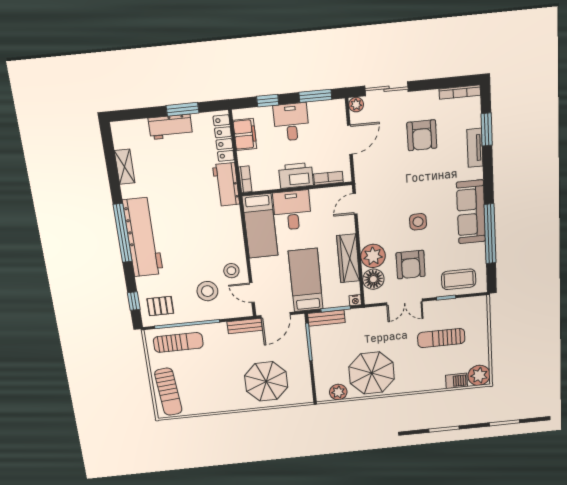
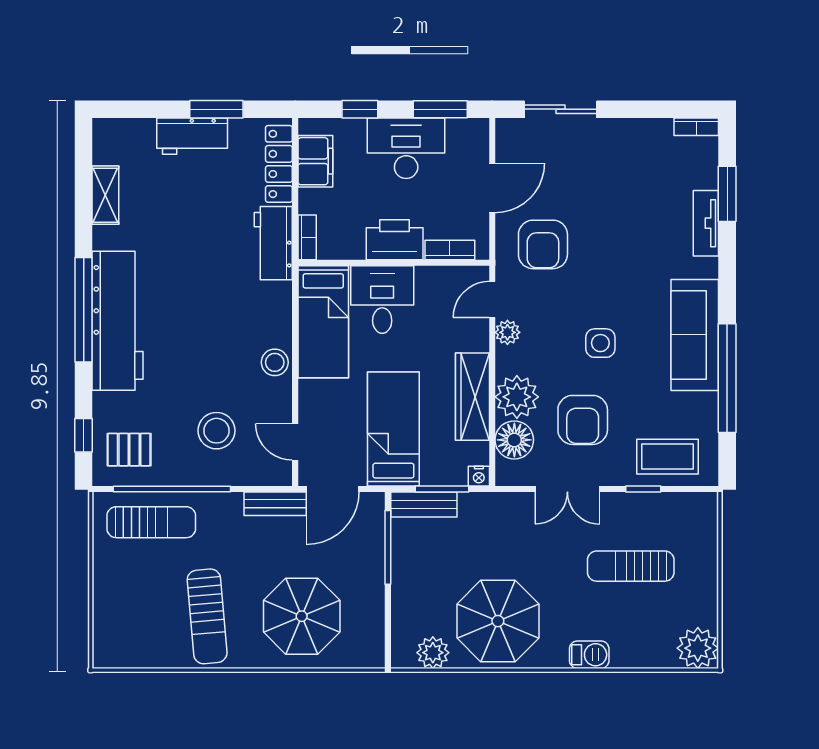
bookcase: (460, 92) -> (696, 127), width x0.64
plant: (356, 105) -> (507, 332), moved
desk: (291, 122) -> (406, 148), width x1.37
armchair: (422, 135) -> (543, 244), moved
stool: (231, 271) -> (275, 362), moved
barbecue: (457, 381) -> (589, 655), moved
sun lounger: (168, 392) -> (207, 616), moved

